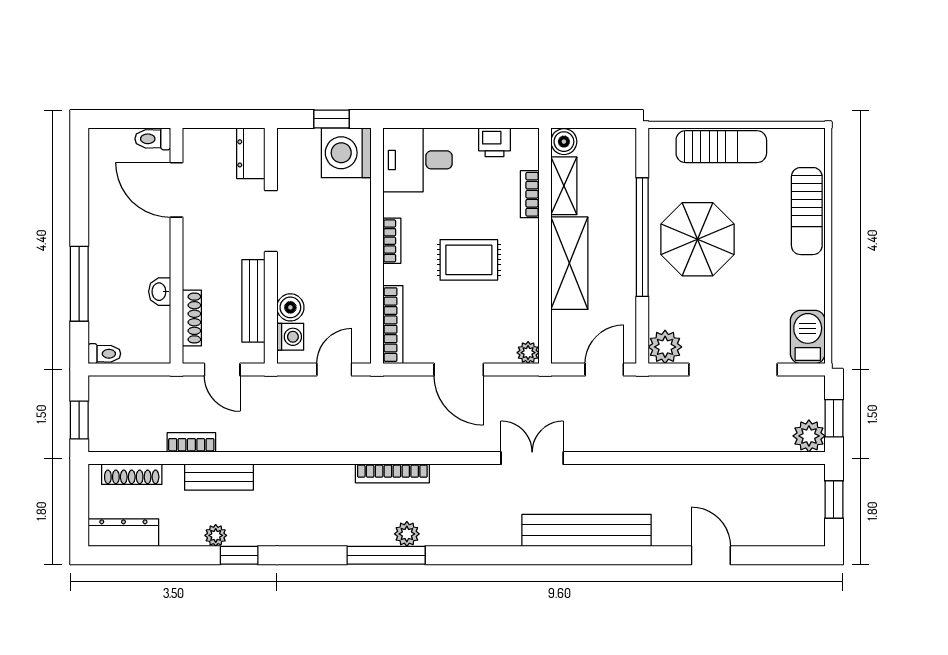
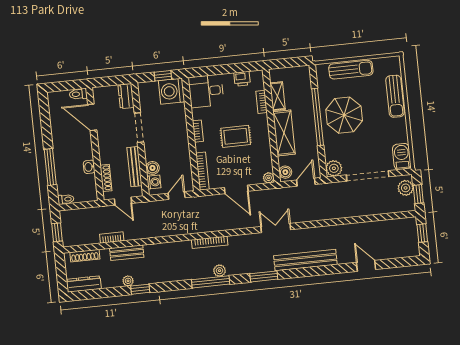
boiler: (564, 142) -> (285, 172), moved
plant: (809, 436) -> (406, 188), moved
window: (497, 555) -> (264, 276), added

